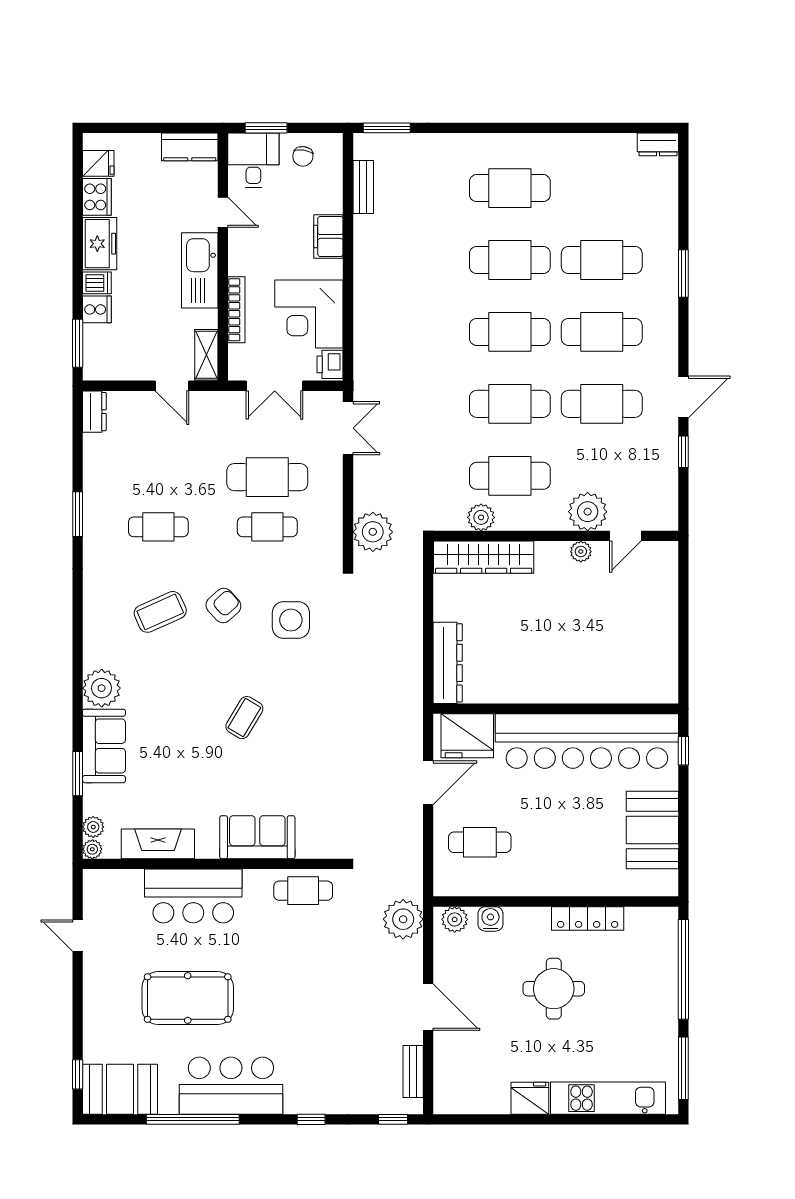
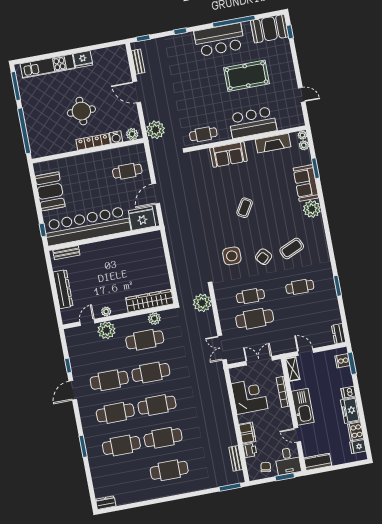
cooker: (97, 309) -> (342, 361), moved
printer: (330, 364) -> (250, 450), moved
dresser: (448, 663) -> (63, 289), moved, turned 180
bench: (642, 693) -> (66, 253), added
locker: (588, 918) -> (93, 142), moved

